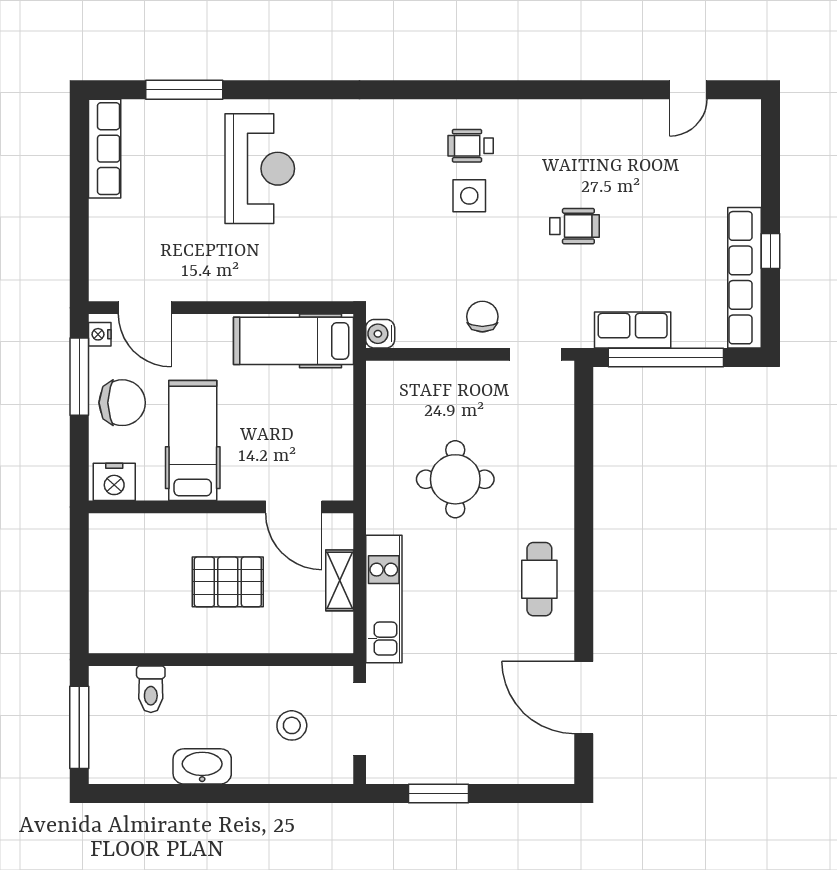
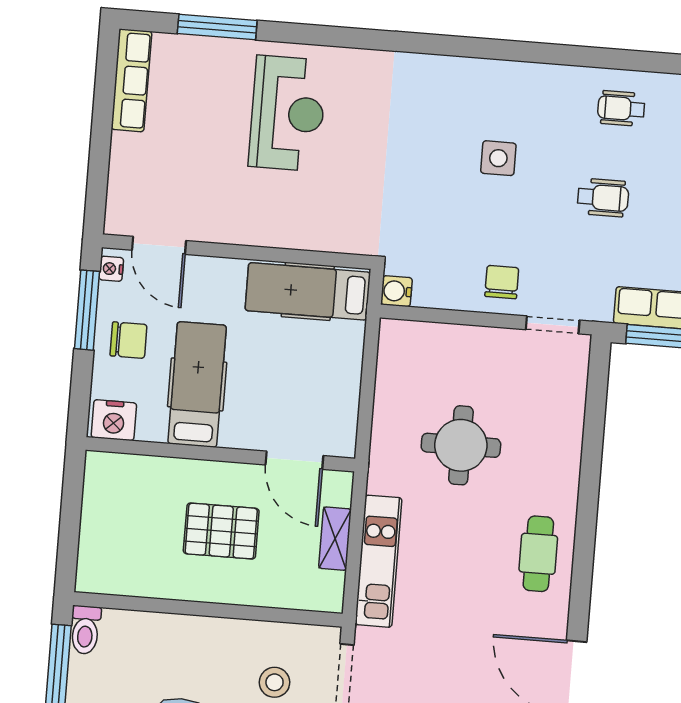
wheelchair: (471, 146) -> (621, 108), moved
chair: (122, 403) -> (128, 340), width x0.73, depth x0.73
toilet: (151, 689) -> (85, 630), moved

